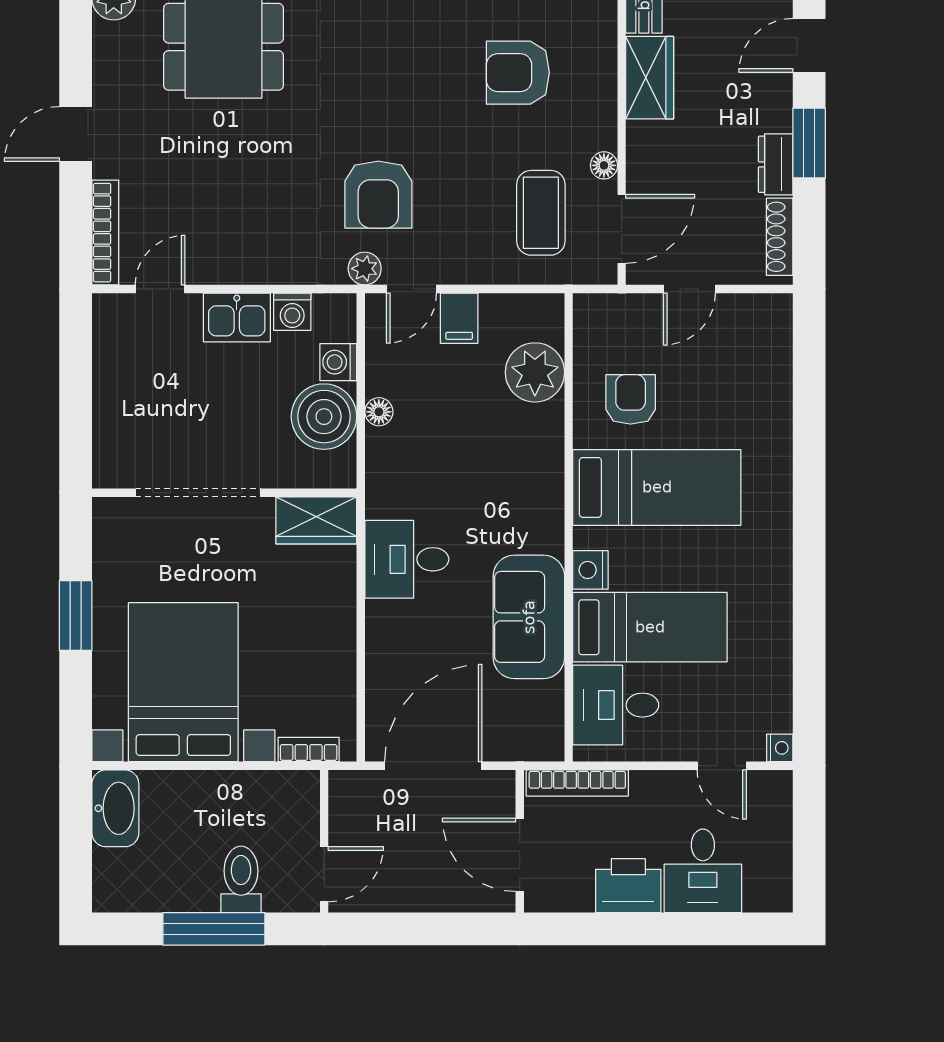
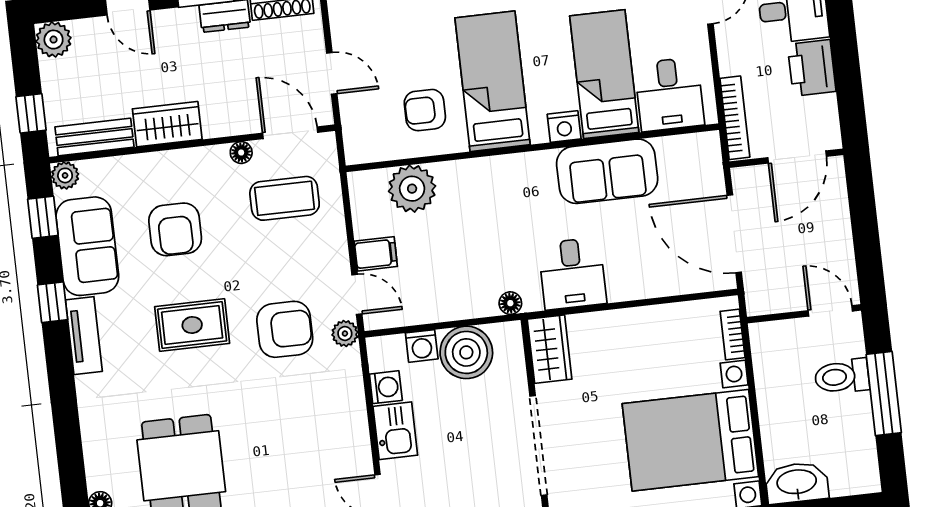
rug: (397, 80) -> (192, 325), added
floor lamp: (379, 412) -> (510, 303), moved

